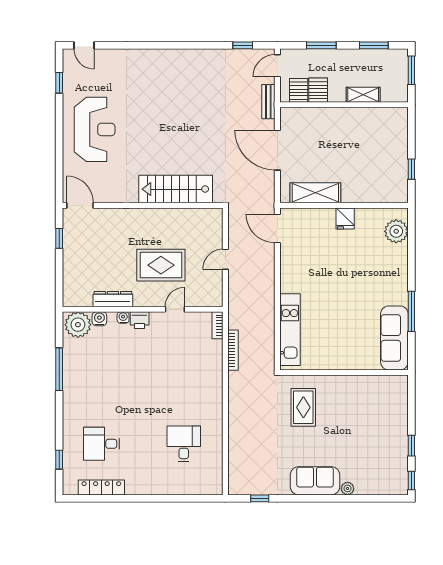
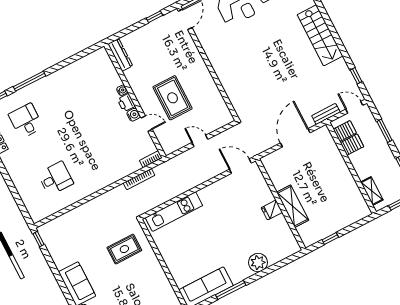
shelving: (363, 95) -> (372, 191), moved
stairs: (176, 189) -> (320, 35), moved, turned 180
shelving: (315, 193) -> (293, 206), moved
door: (277, 228) -> (240, 166), hinge flipped
plant: (396, 231) -> (258, 263), moved
dresser: (113, 299) -> (120, 55), moved
water cooler: (99, 319) -> (134, 115), moved
plant: (78, 325) -> (101, 61), removed
window: (59, 369) -> (29, 81), moved
window: (260, 498) -> (38, 239), moved

